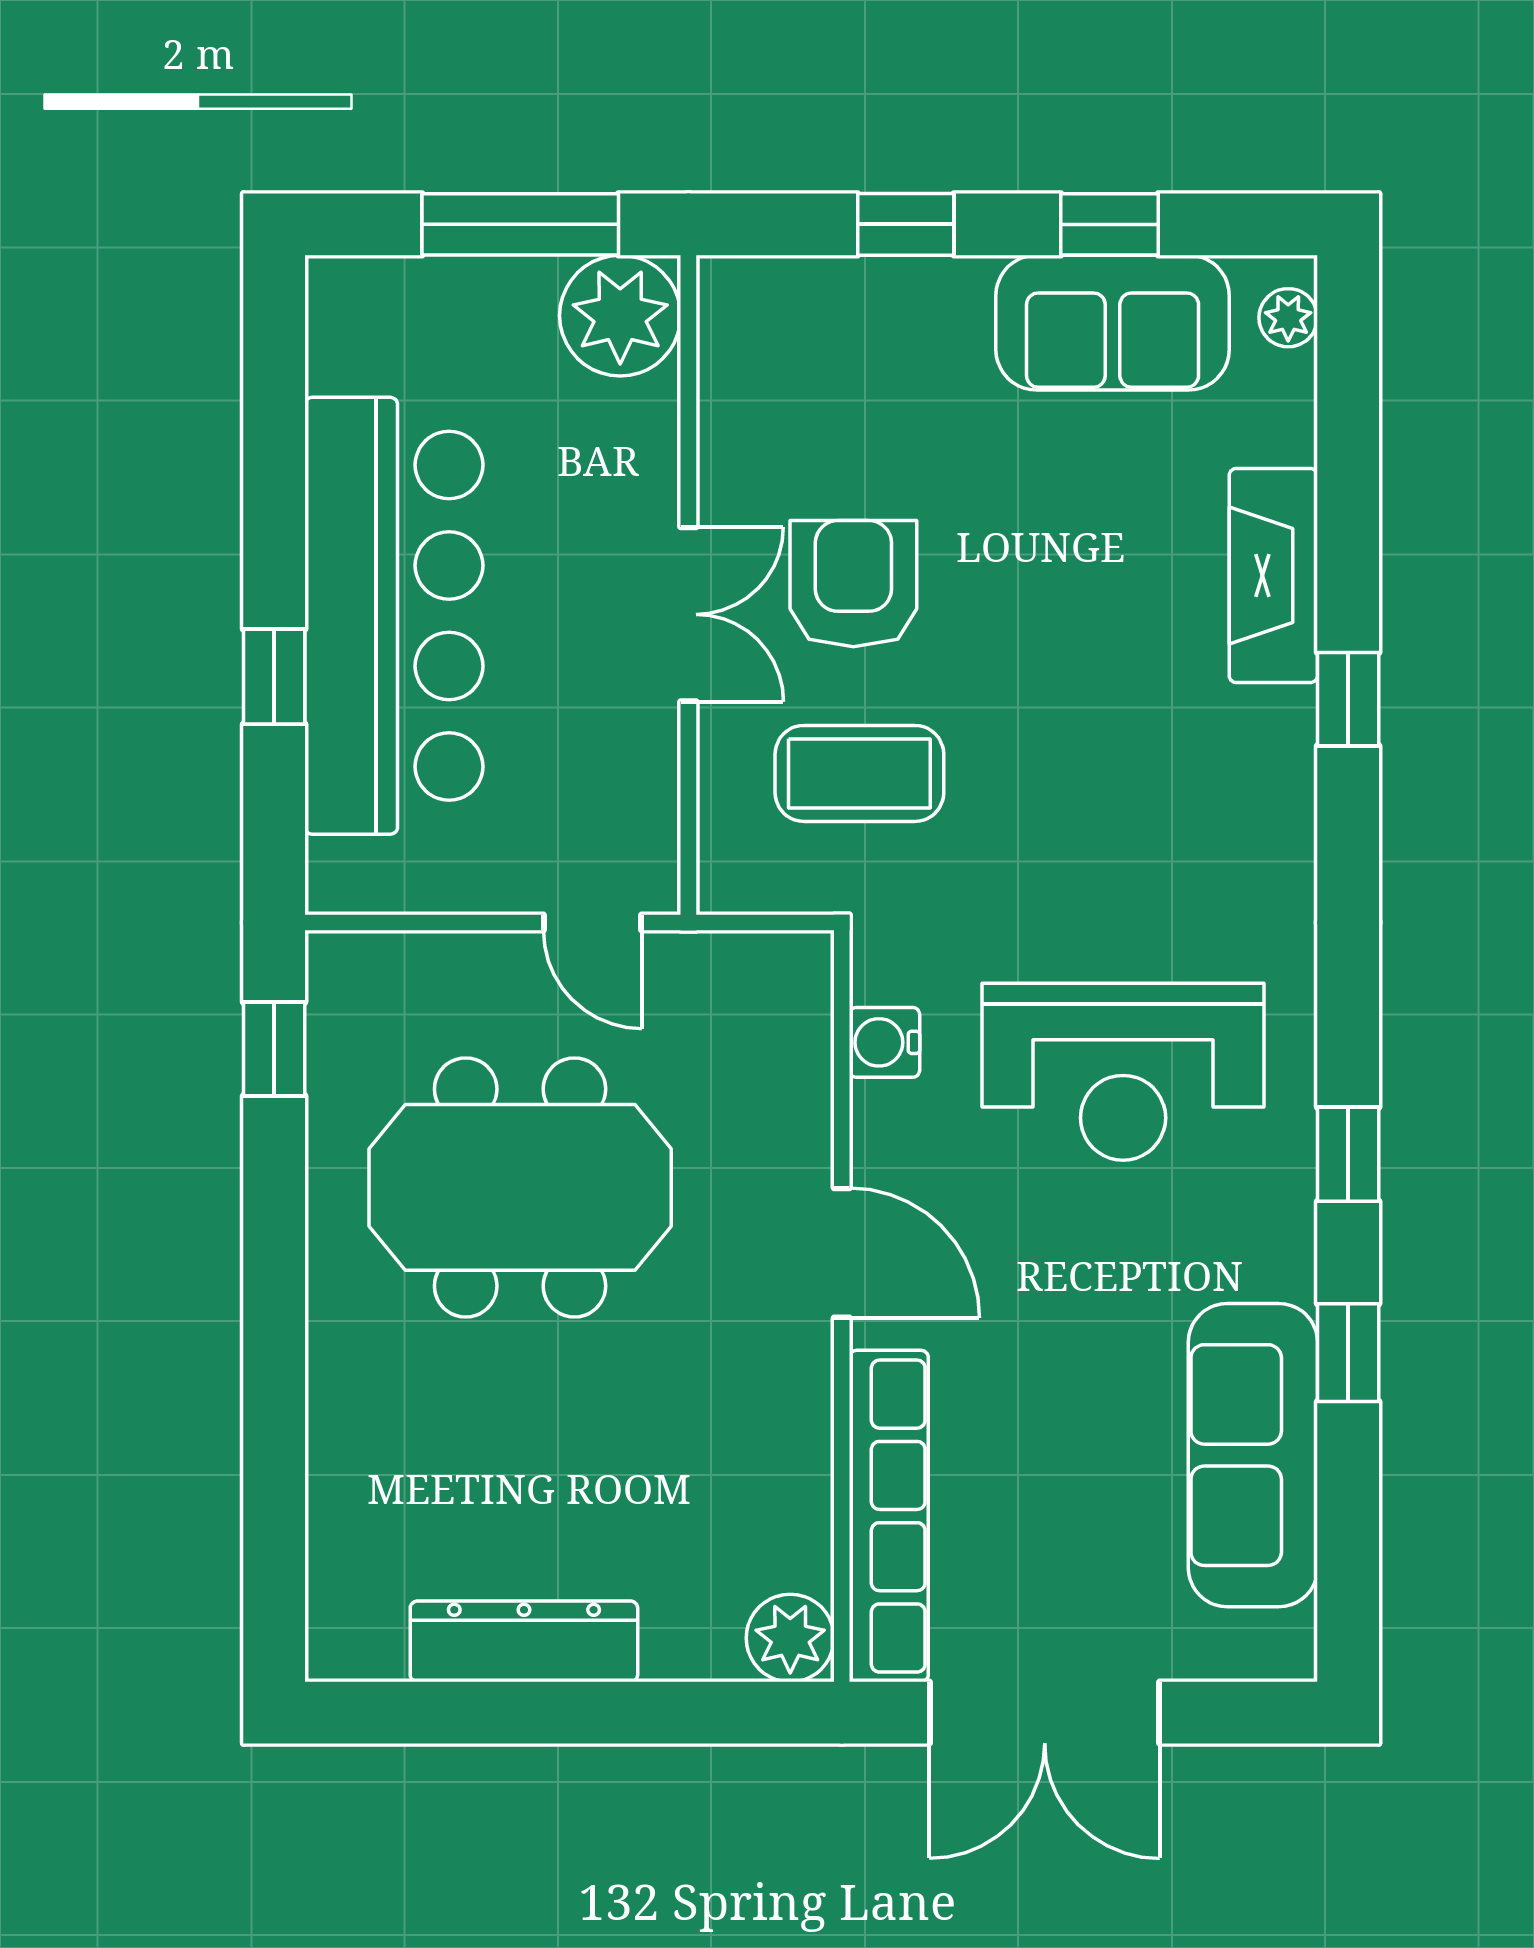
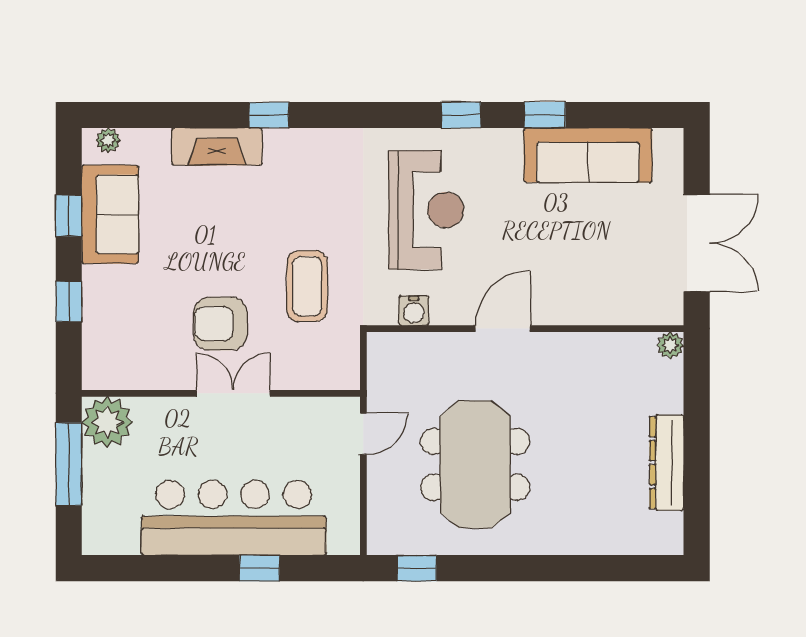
coffee table: (859, 773) -> (307, 286), moved
row of seats: (889, 1516) -> (614, 309), removed
plant: (790, 1638) -> (670, 345), width x0.73, depth x0.73

